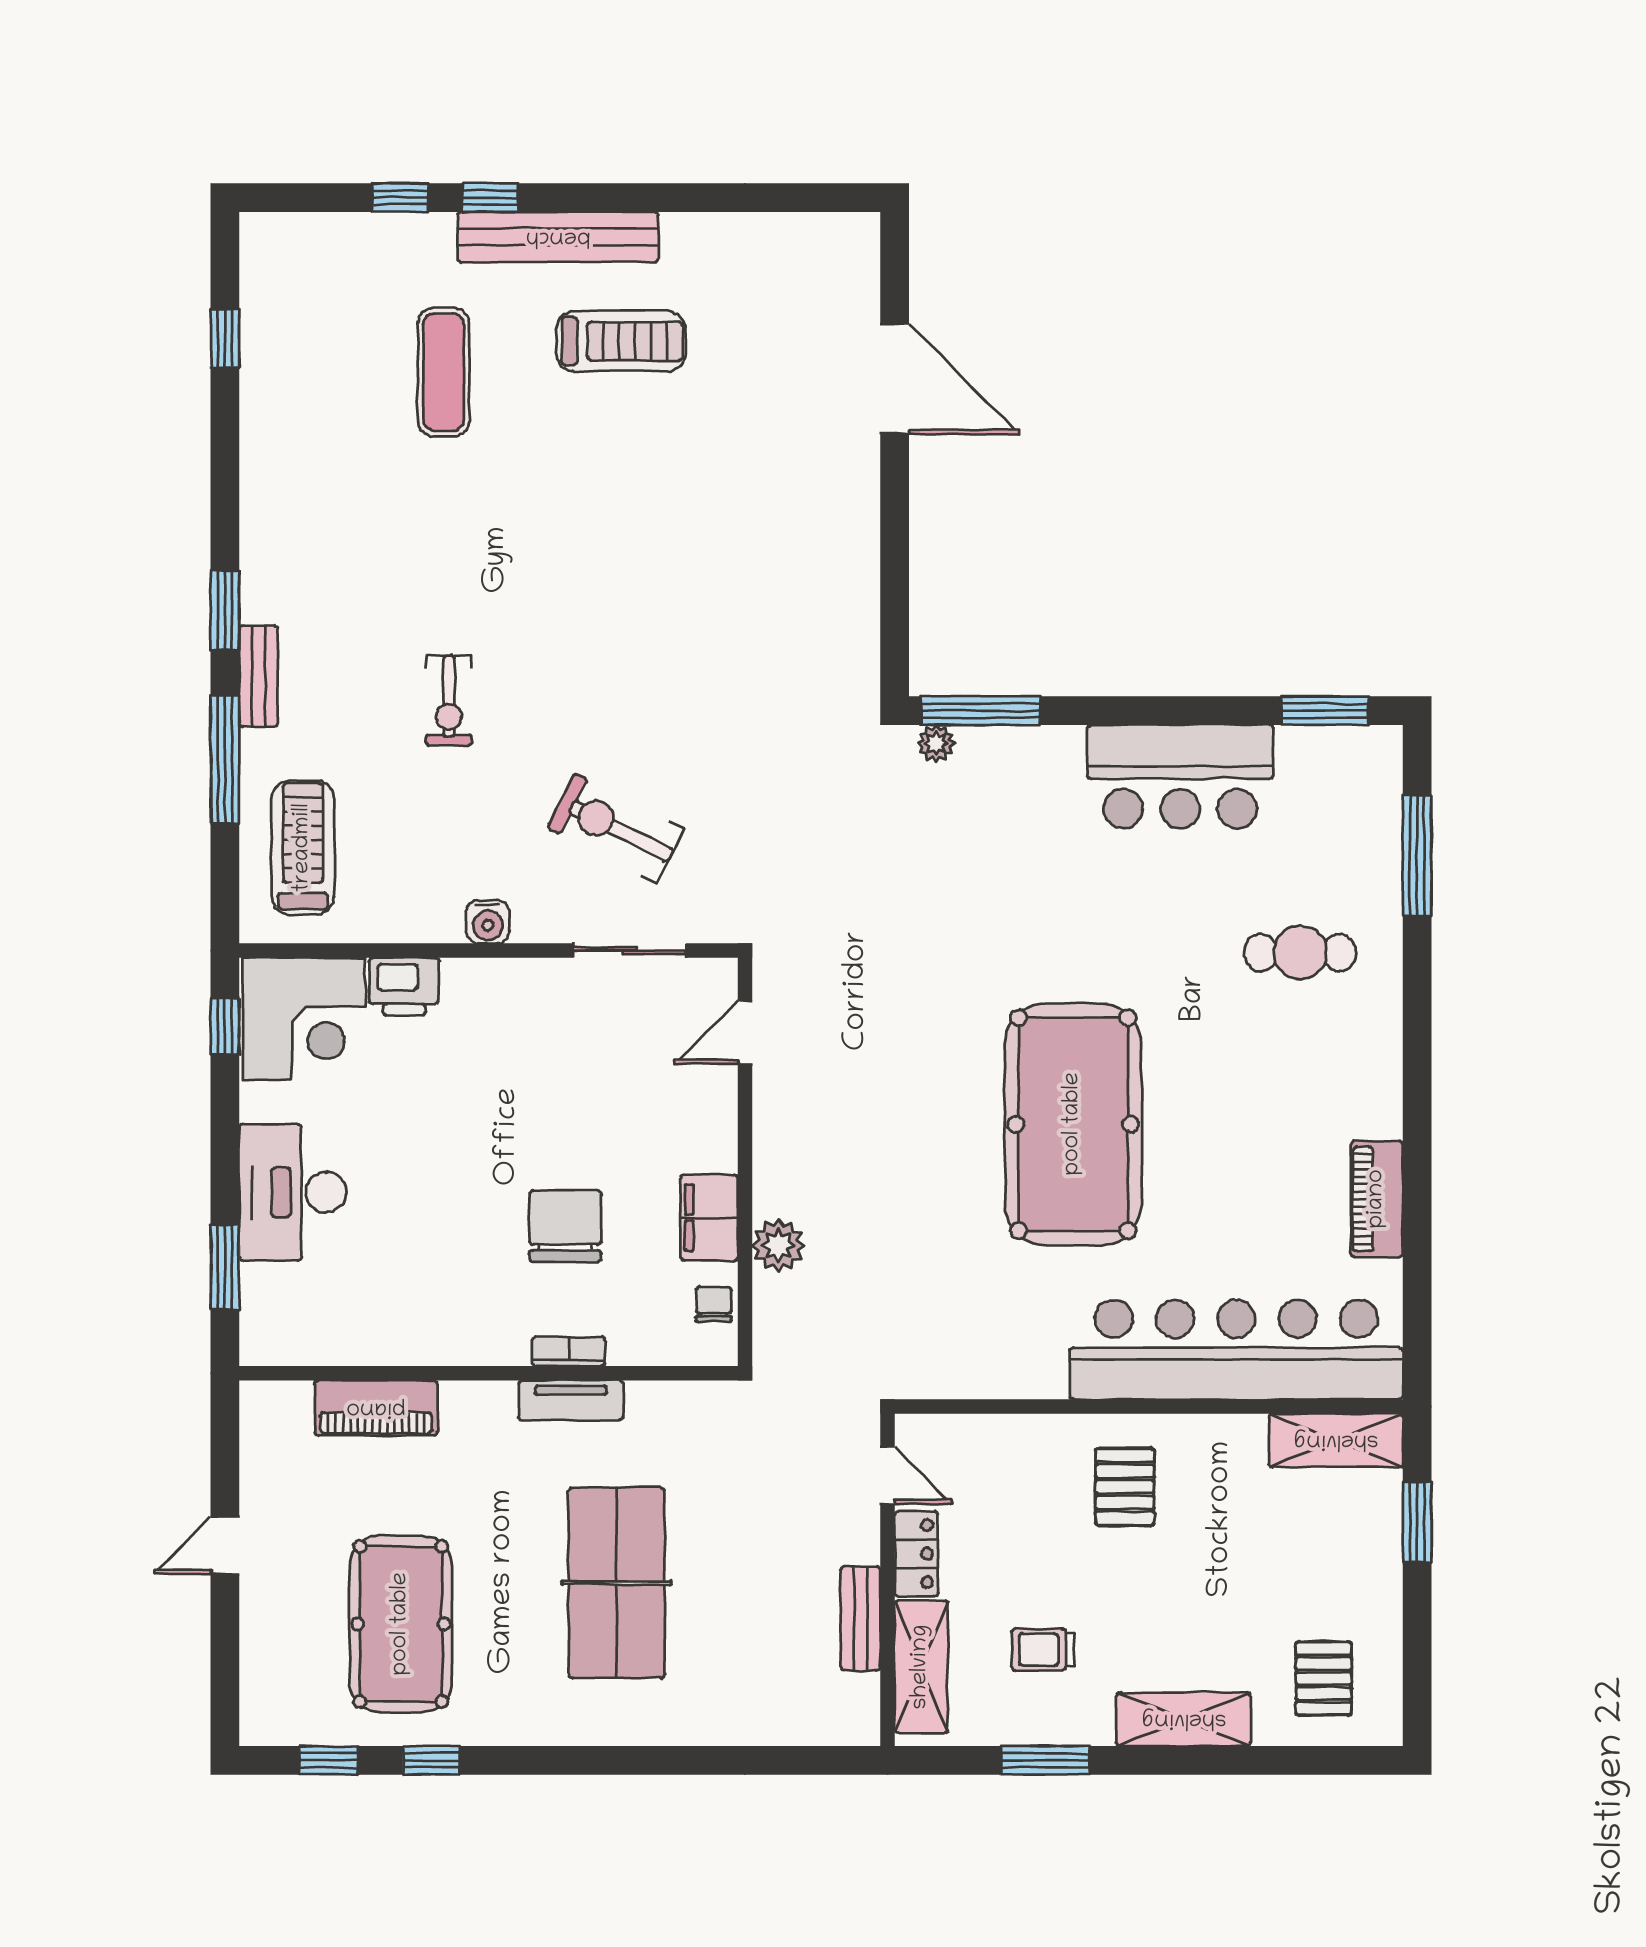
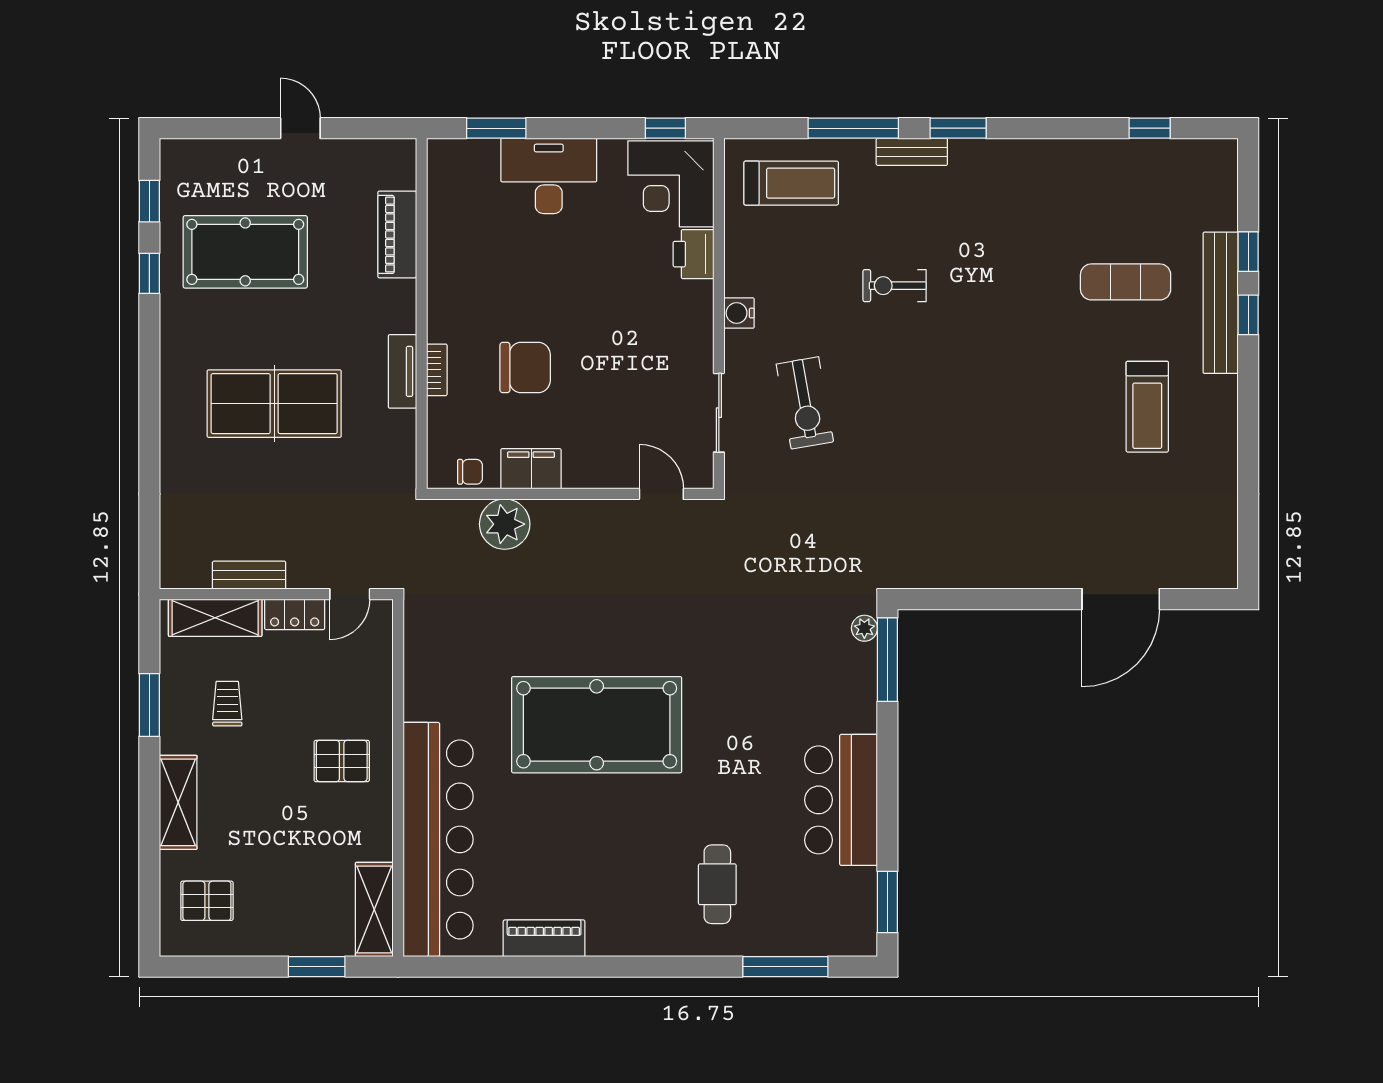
bench: (558, 237) -> (1221, 303), moved
exercise bike: (616, 828) -> (805, 403), turned 143
plant: (778, 1245) -> (505, 524), width x1.36, depth x1.36

